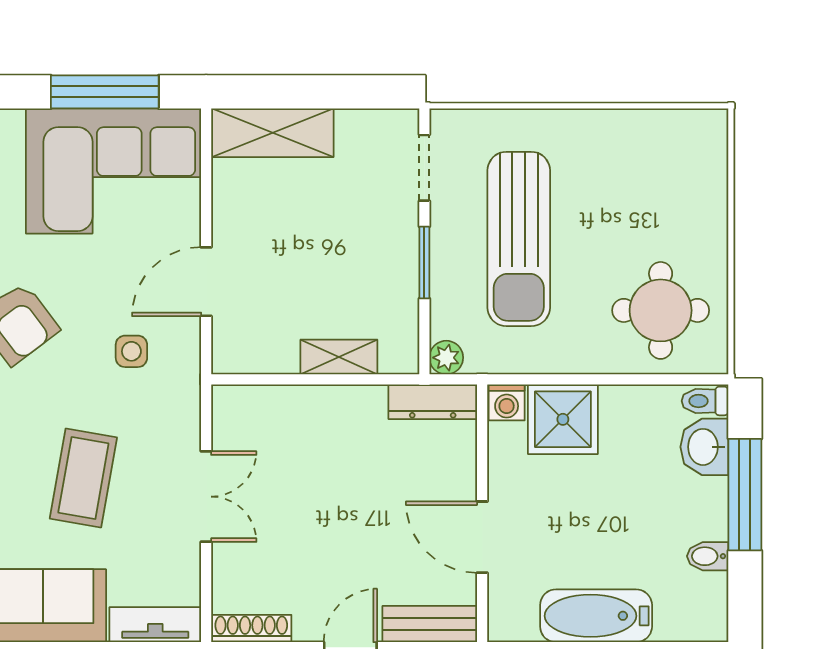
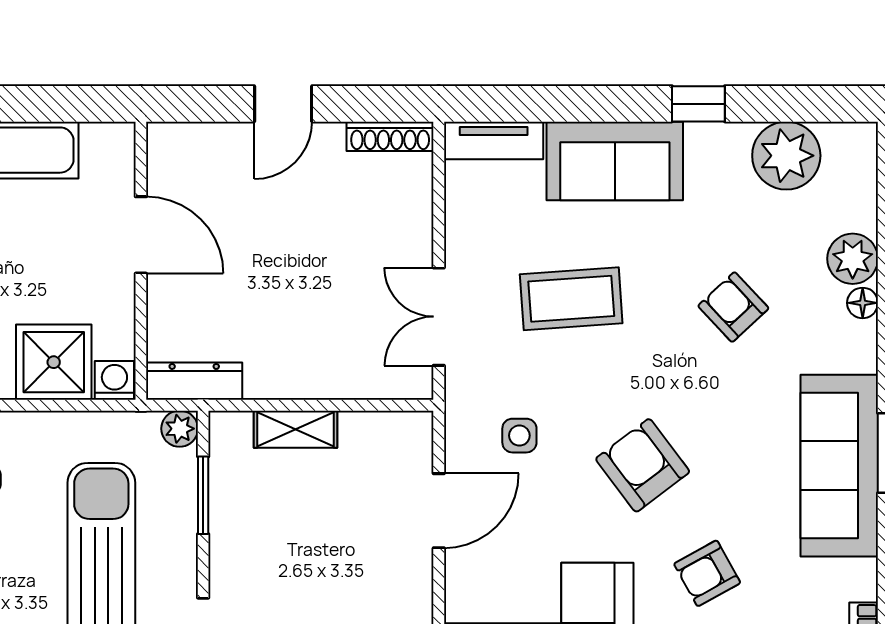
window: (424, 263) -> (203, 495), moved
coffee table: (83, 478) -> (571, 299), turned 76
double door: (206, 497) -> (439, 317), moved
bench: (430, 624) -> (197, 141), removed

